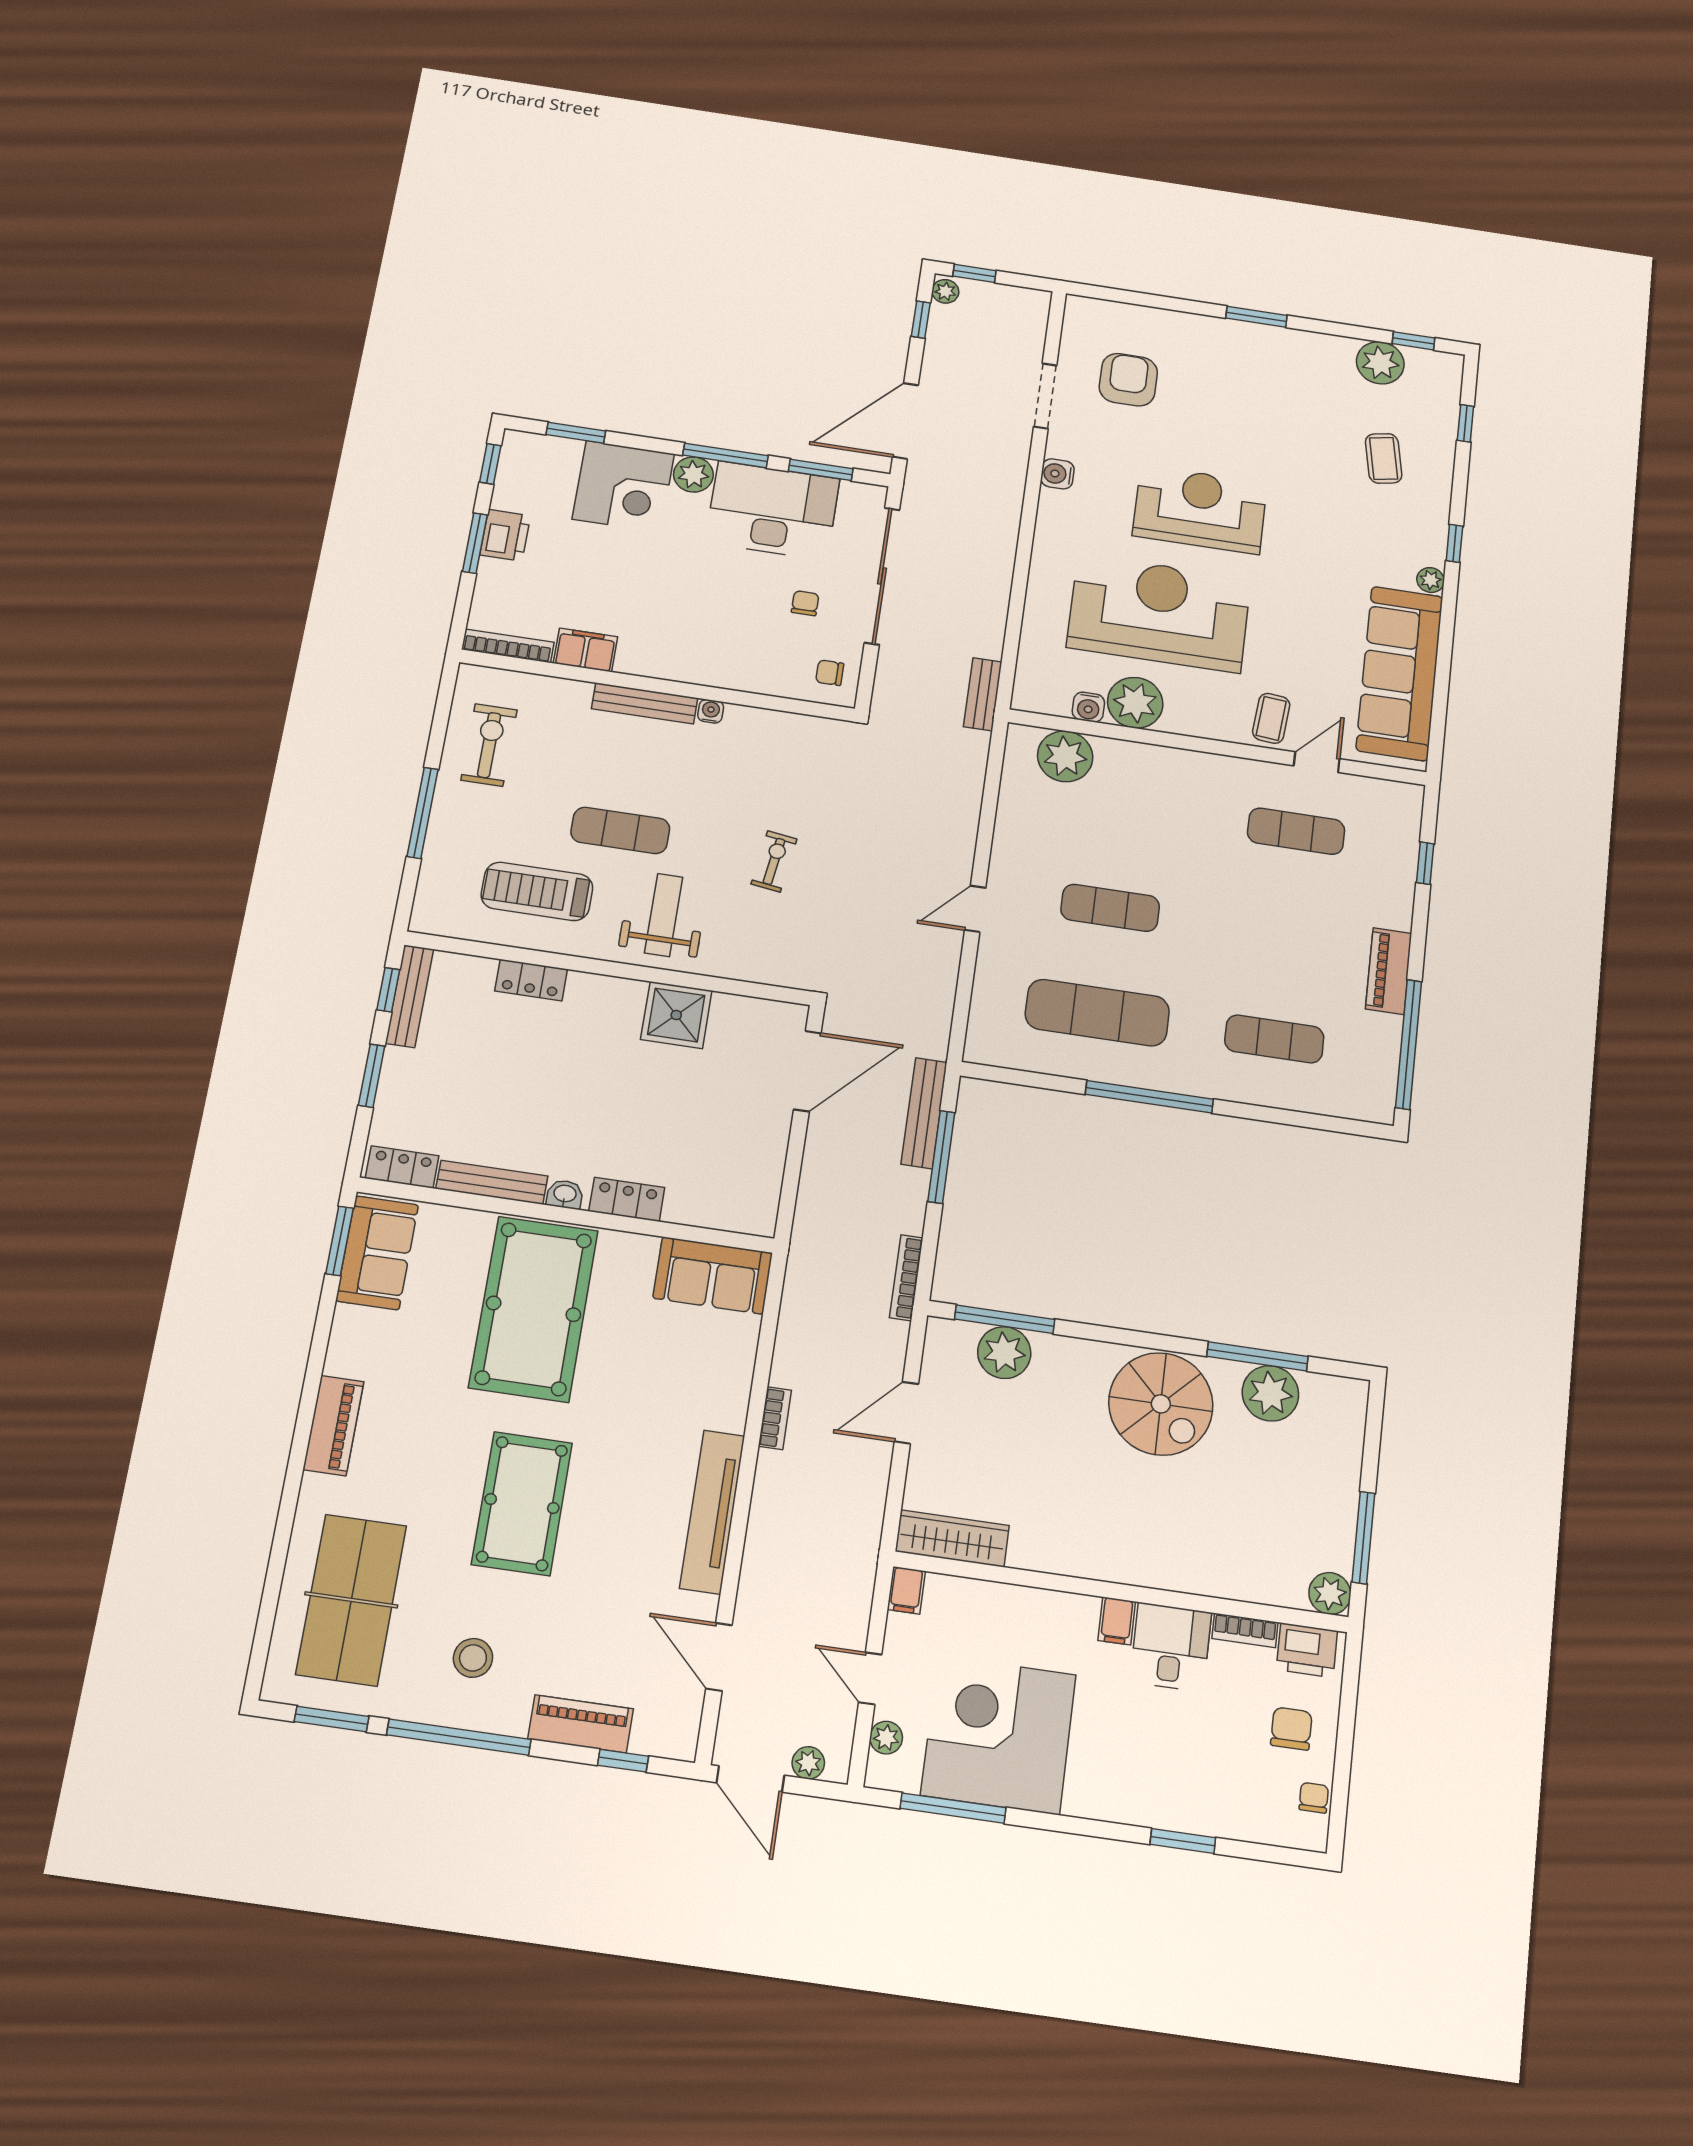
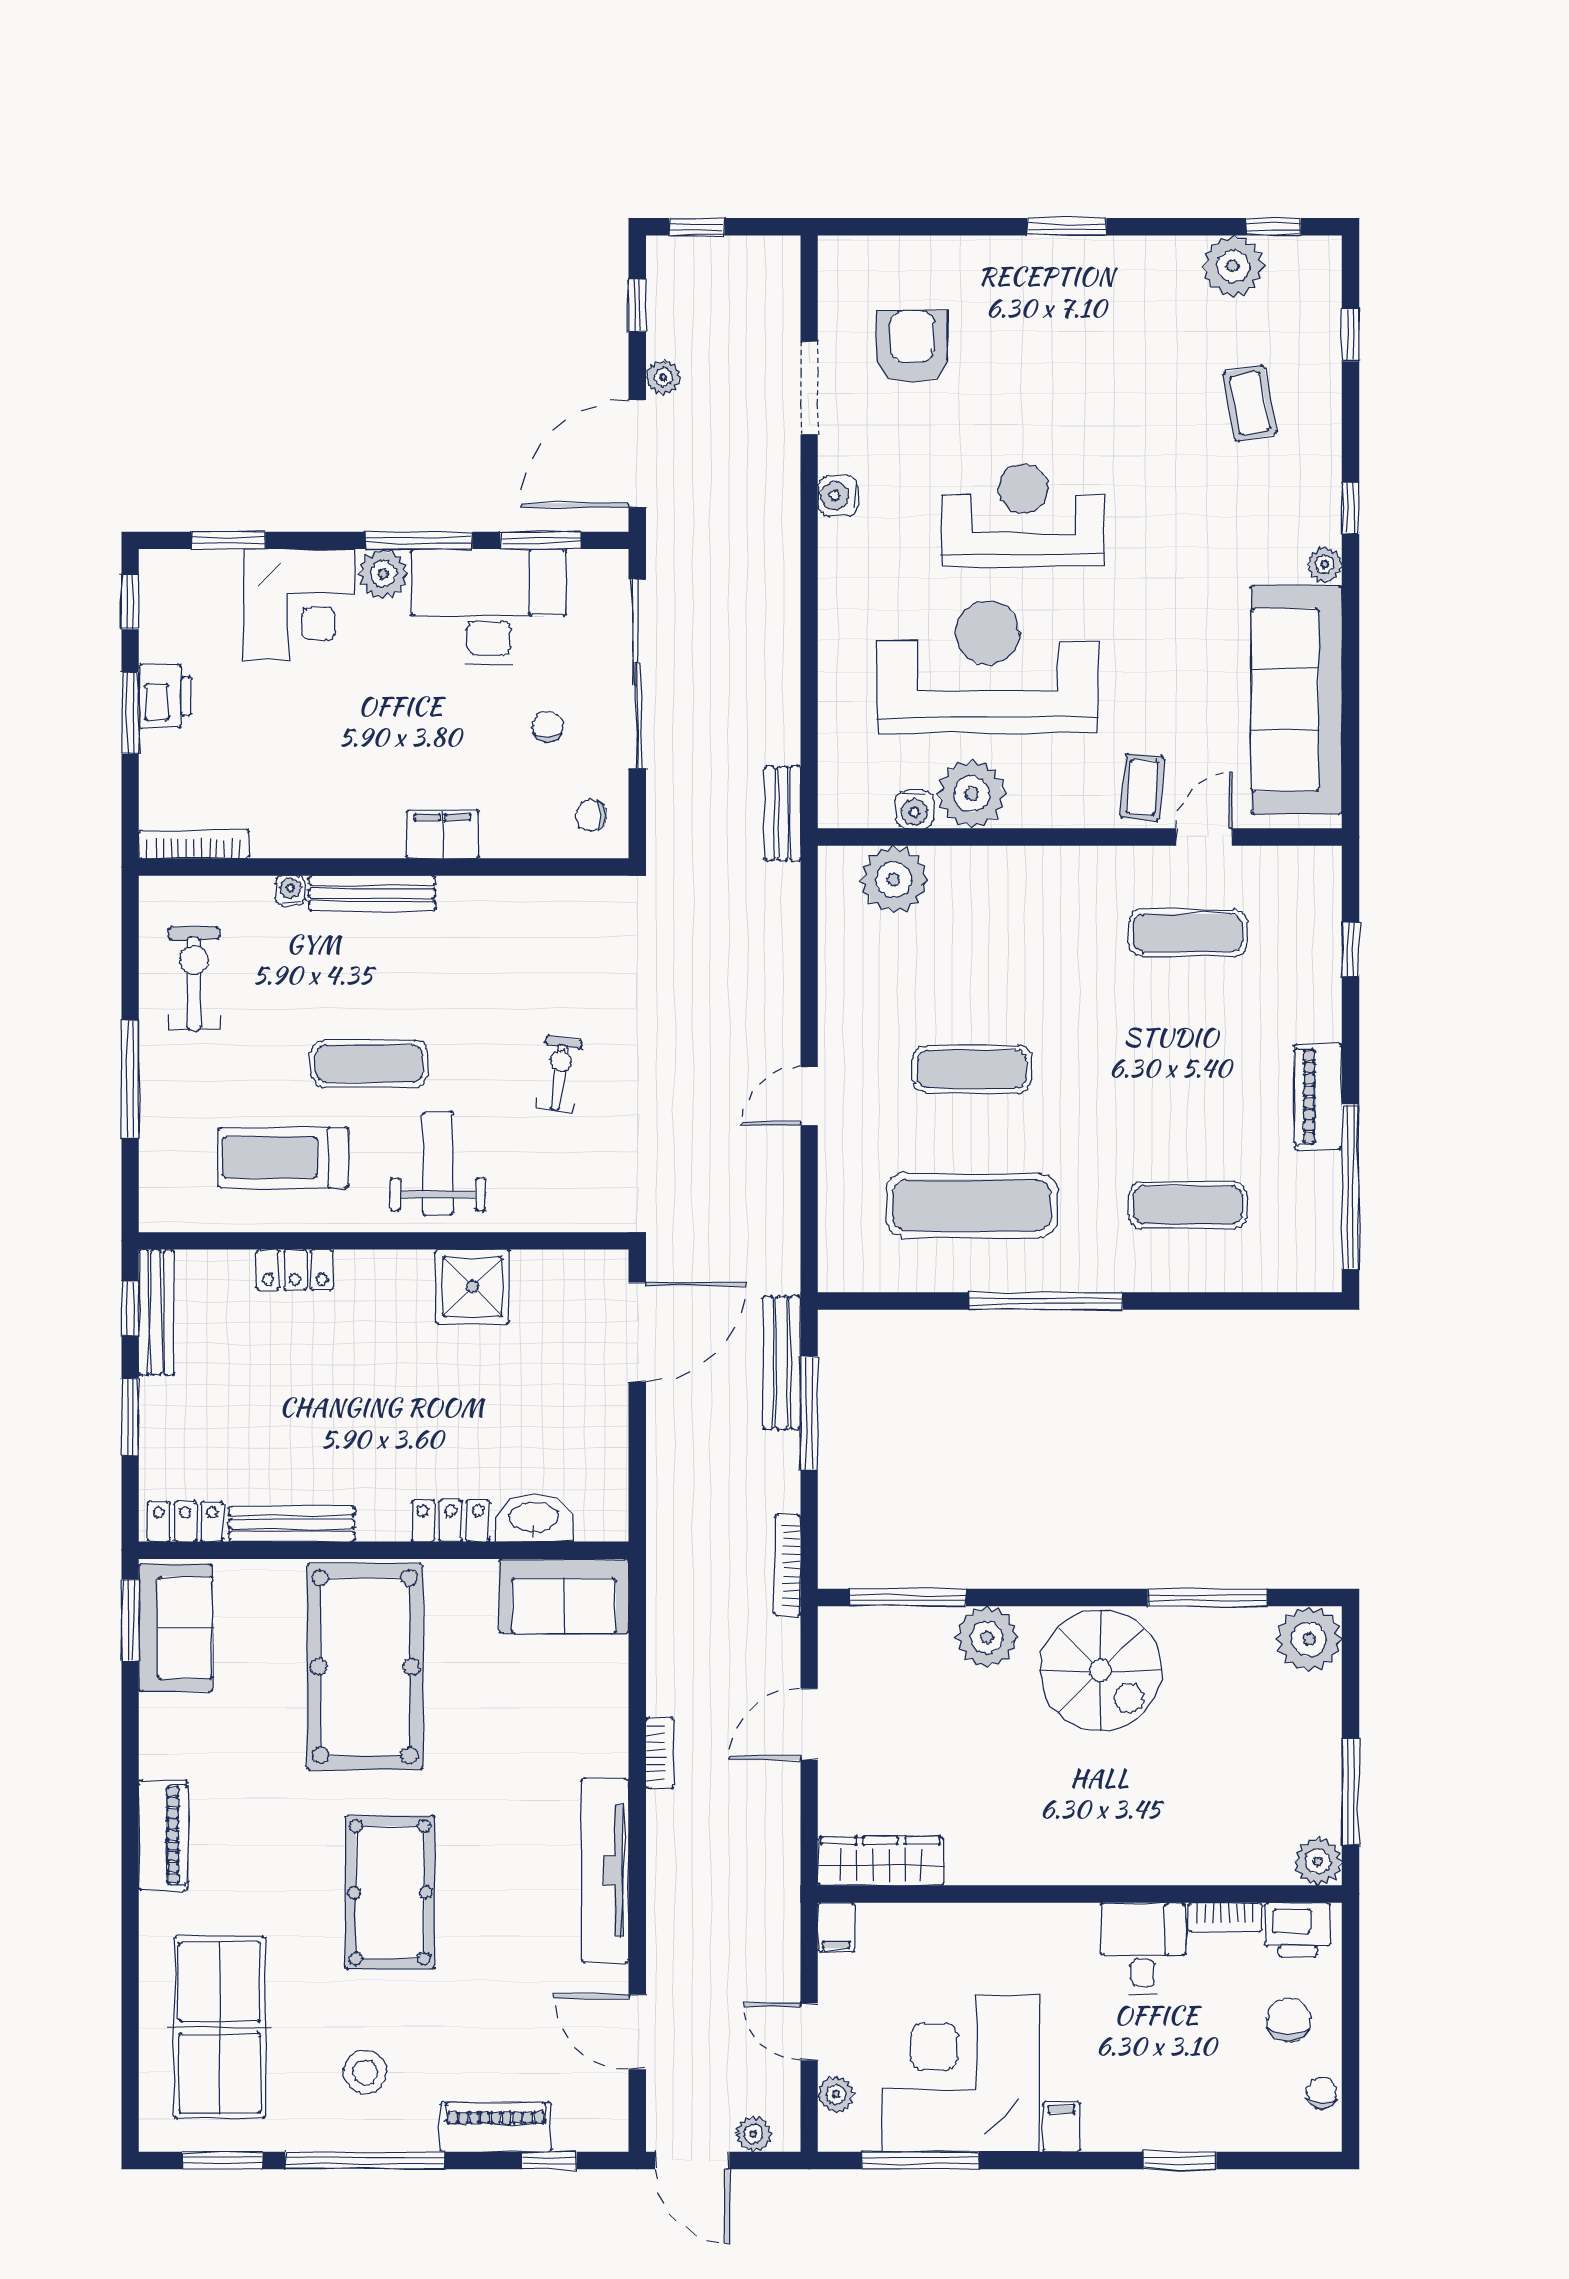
plant: (945, 291) -> (663, 377), moved
filing cabinet: (585, 650) -> (443, 834), moved
water cooler: (711, 711) -> (290, 891), moved
washbasin: (565, 1194) -> (534, 1518), moved, width x1.91, depth x1.45
plant: (1004, 1353) -> (987, 1637), moved
plant: (1270, 1393) -> (1309, 1639), moved
filing cabinet: (1117, 1621) -> (1061, 2127), moved, turned 180

